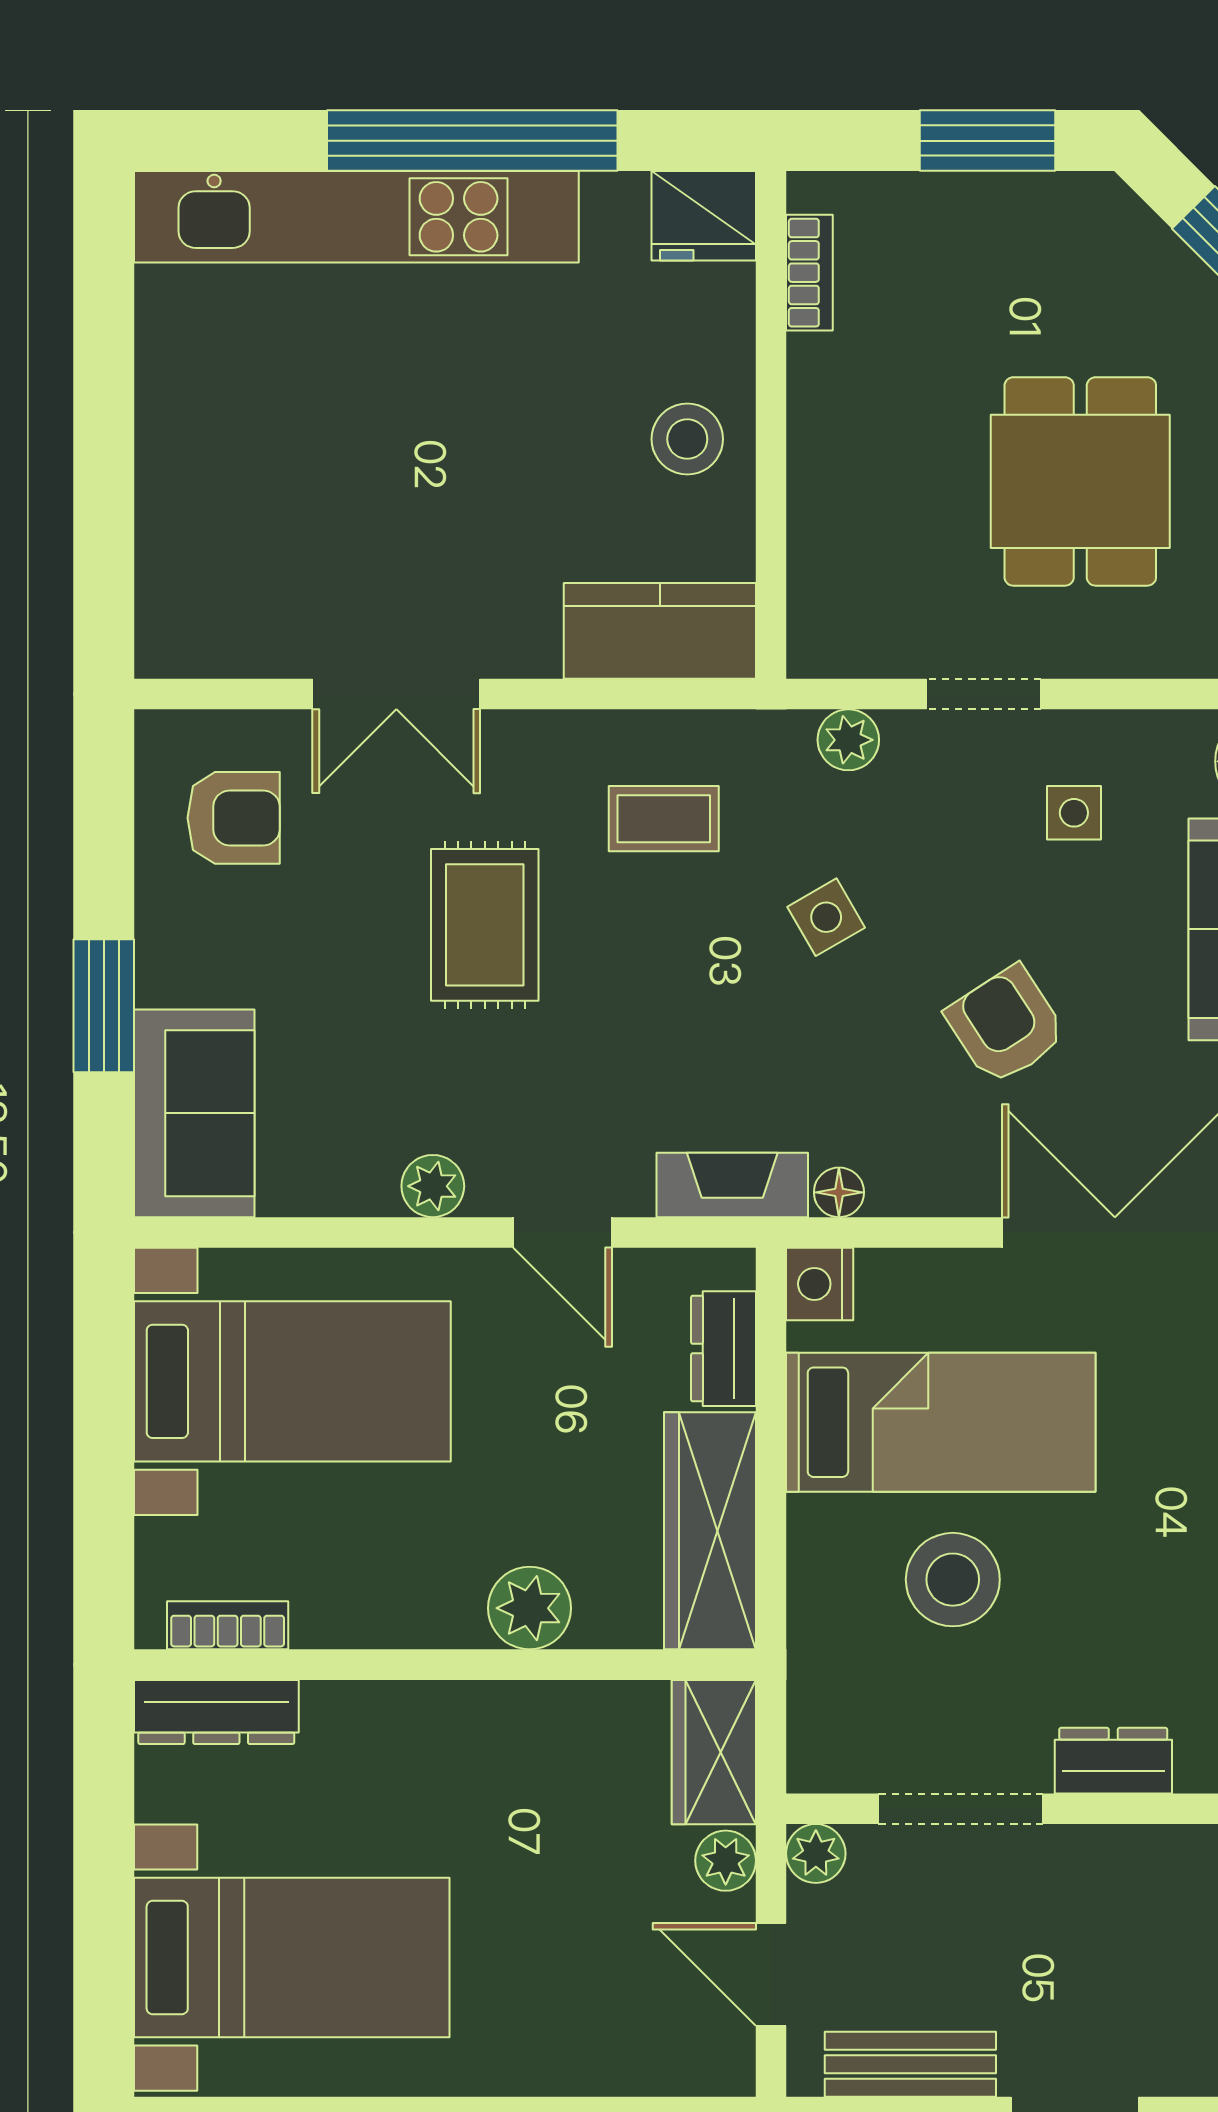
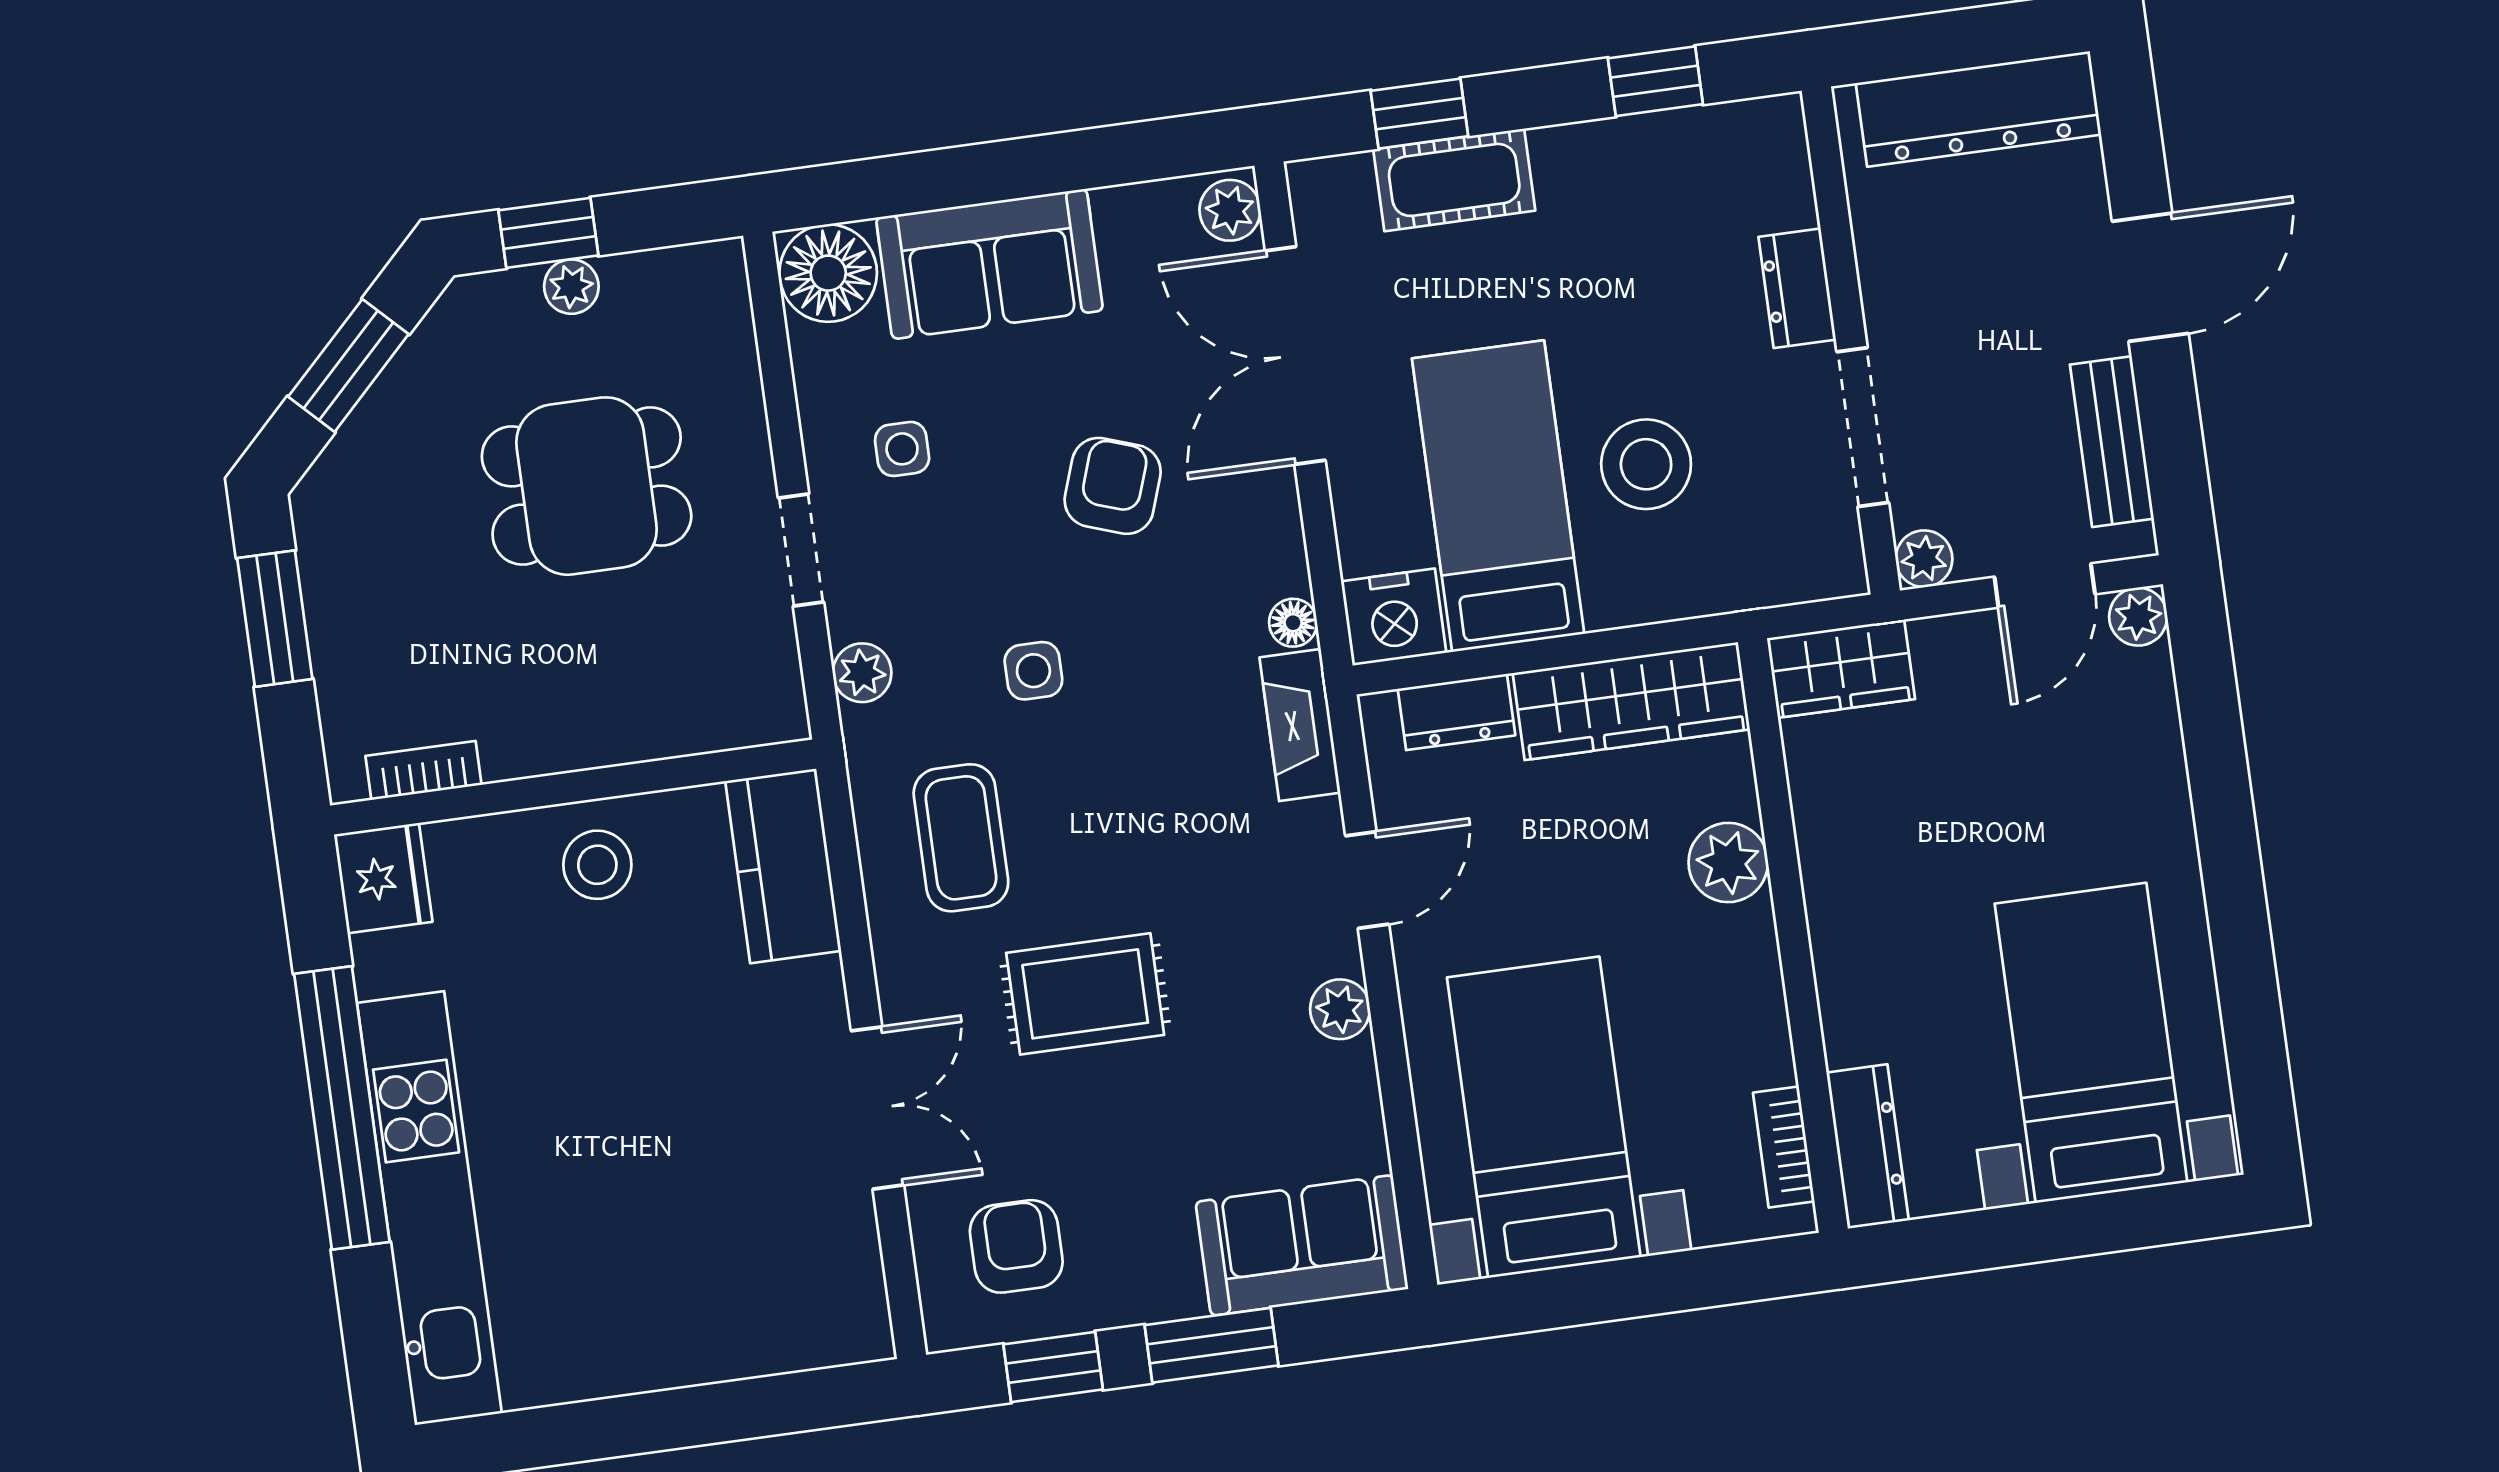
coffee table: (664, 819) -> (961, 838), width x1.36, depth x1.30
window: (104, 839) -> (1053, 1367), added
side table: (826, 917) -> (1033, 671), turned 30
armchair: (1006, 1025) -> (1113, 486), turned 142
nightstand: (820, 1284) -> (1394, 617), width x1.36, depth x1.33
plant: (726, 1861) -> (2138, 617), moved

